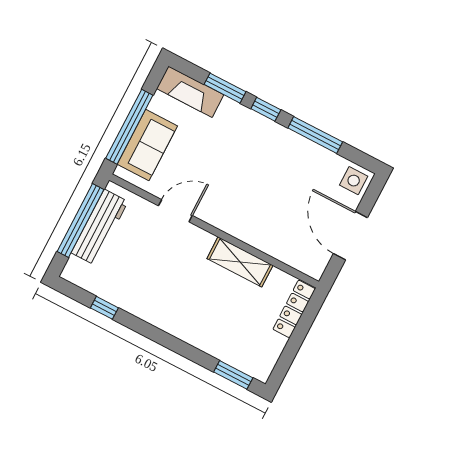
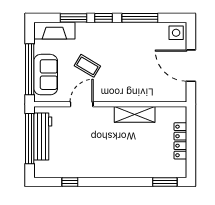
coffee table: (210, 163) -> (87, 66), added
locker: (294, 309) -> (180, 141), moved

